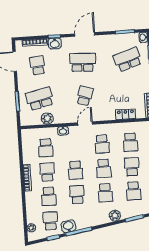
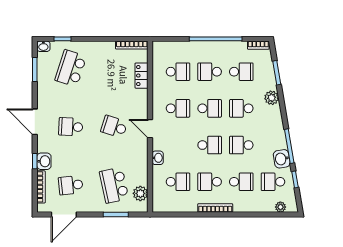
school desk: (128, 59) -> (71, 68), turned 36
school desk: (83, 62) -> (71, 127), width x0.54
plant: (47, 119) -> (140, 193), moved
school desk: (105, 193) -> (241, 108), turned 180

